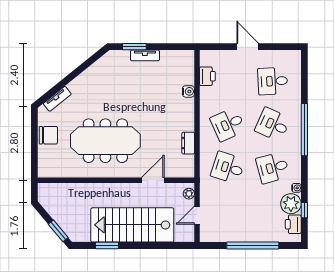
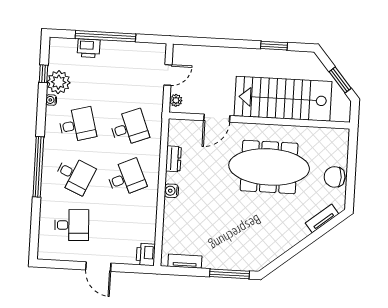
window: (134, 47) -> (229, 274), width x1.44
tv unit: (145, 55) -> (185, 261), moved
printer: (207, 76) -> (146, 254), moved
water cooler: (188, 91) -> (171, 191), moved
desk: (228, 168) -> (129, 128), turned -39
printer: (293, 224) -> (89, 48), moved, turned 90
stairs: (132, 225) -> (283, 99), moved, turned 180
window: (58, 231) -> (340, 80), moved

